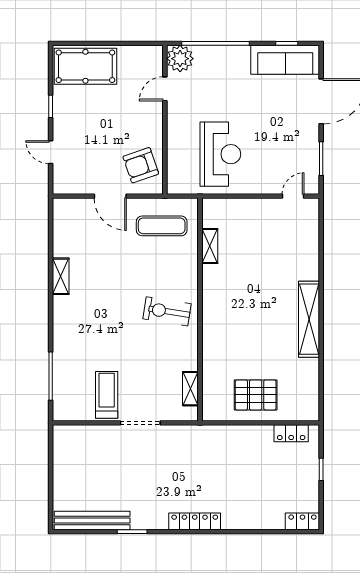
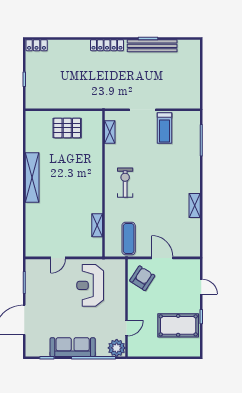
sofa: (285, 60) -> (73, 347), moved
pool table: (85, 66) -> (178, 325), moved
armchair: (141, 165) -> (142, 278), turned -38
door: (293, 196) -> (58, 258), moved
exercise mat: (162, 226) -> (129, 238), turned 90
exercise bike: (167, 311) -> (125, 183), turned -99
locker: (291, 433) -> (44, 103), removed
bench: (92, 521) -> (152, 46), moved

